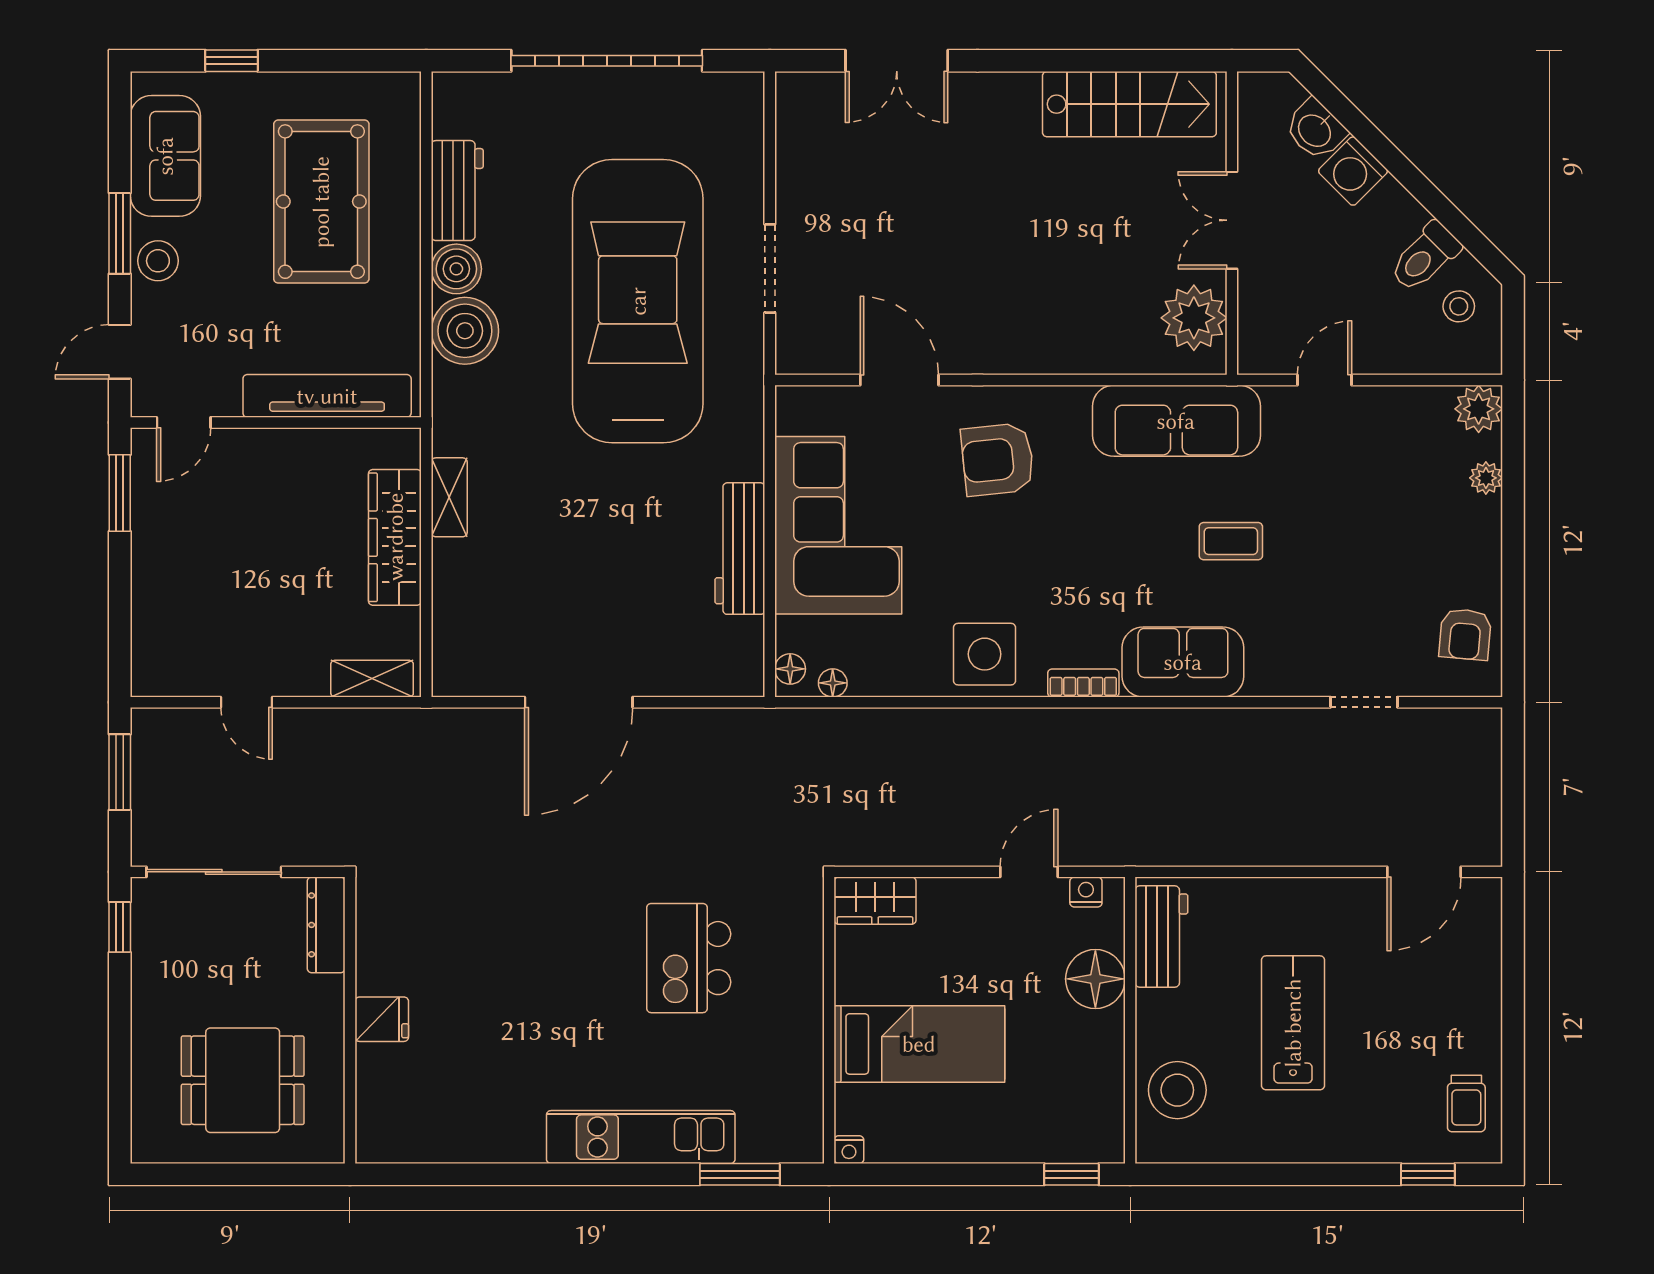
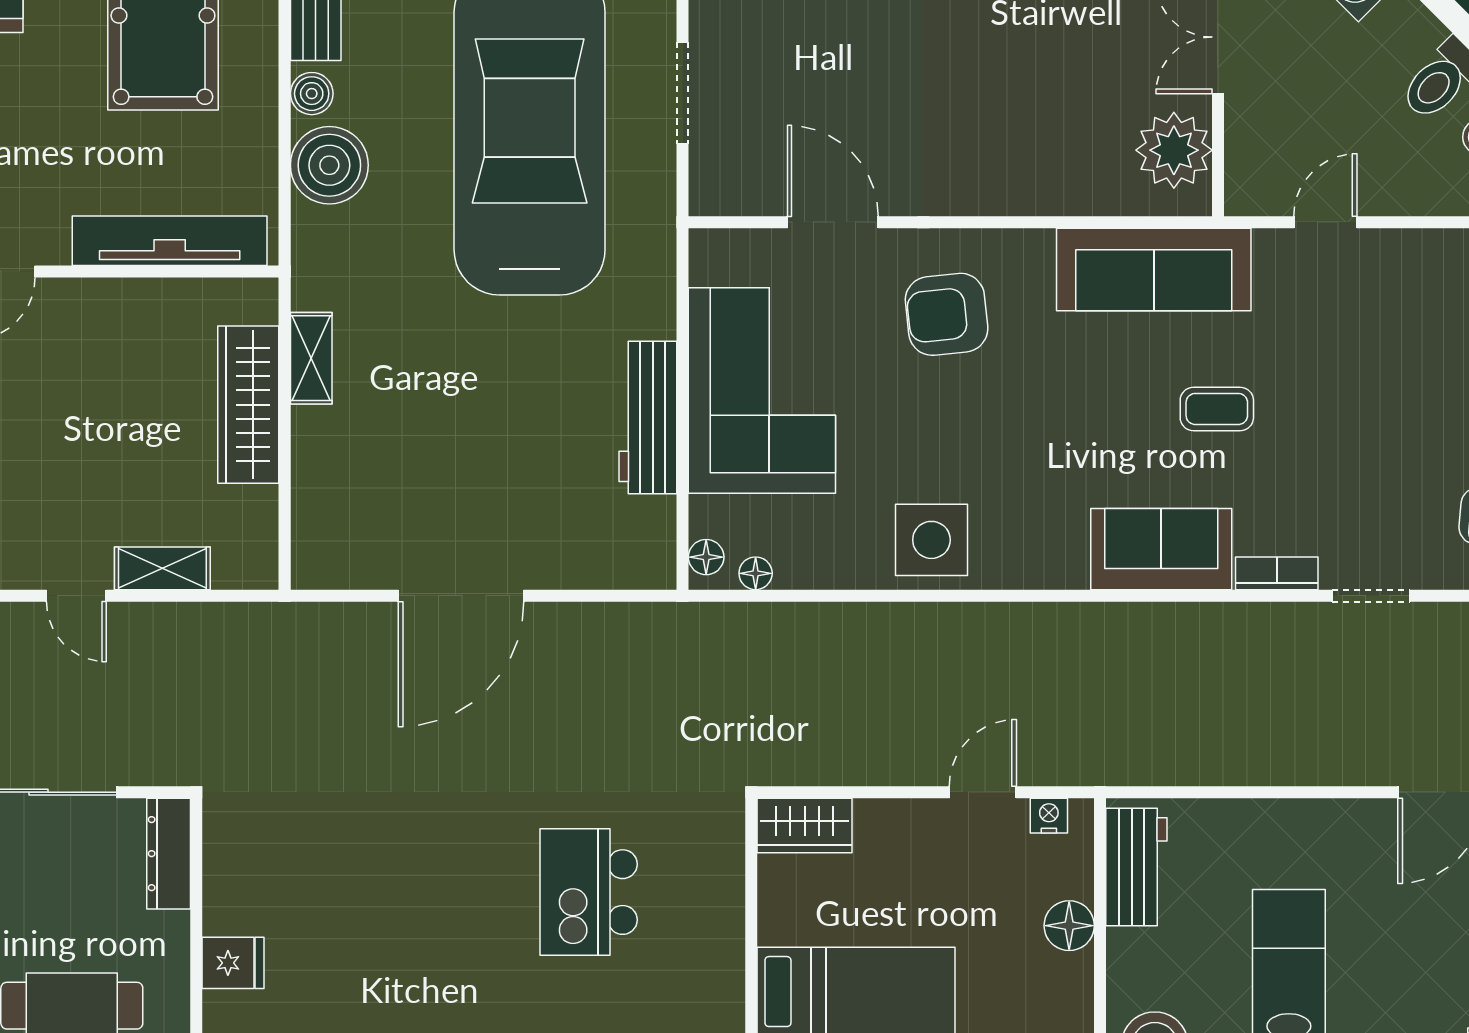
boiler: (456, 269) -> (312, 94), width x0.73, depth x0.73
shelving: (372, 679) -> (162, 568), moved
bookcase: (1083, 683) -> (1277, 573), moved
floor lamp: (1095, 979) -> (1069, 926), width x0.73, depth x0.73

